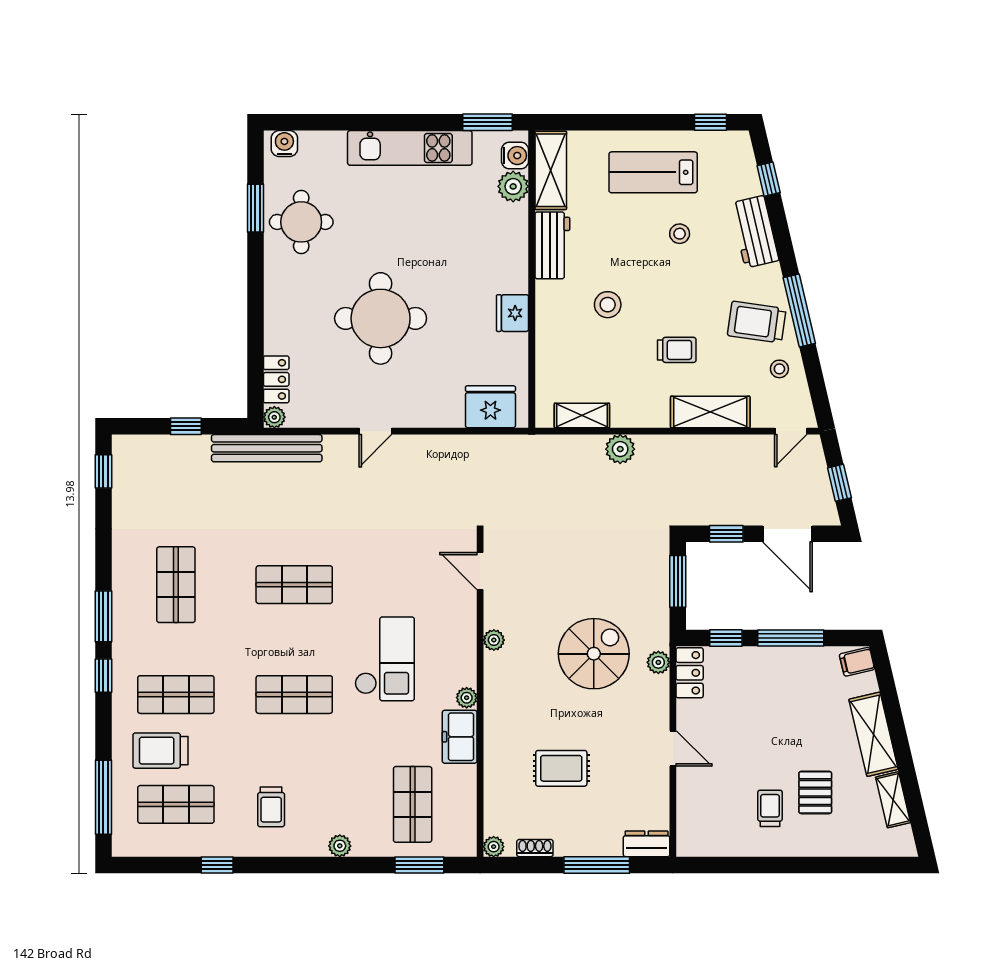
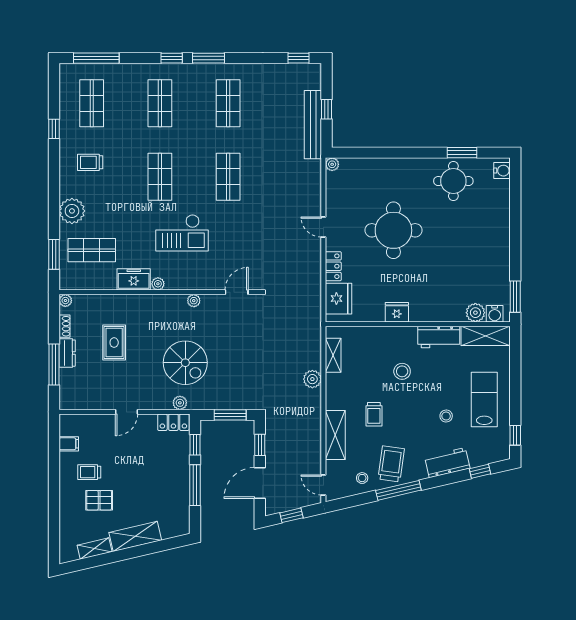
kitchen unit: (410, 148) -> (499, 248), removed
locker: (276, 379) -> (333, 266), moved, turned -90
bench: (267, 448) -> (313, 125), moved
shop shelf: (176, 585) -> (228, 103), turned 90
filing cabinet: (857, 662) -> (69, 444), moved, turned 103
trolley: (160, 751) -> (125, 94), removed
trolley: (770, 808) -> (89, 472), turned 180
dresser: (647, 844) -> (67, 353), moved
plant: (340, 846) -> (72, 211), width x1.88, depth x1.88

